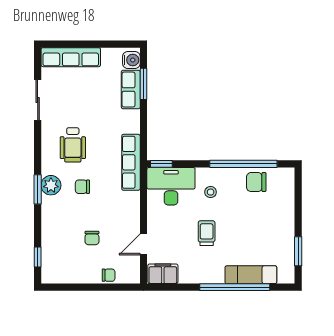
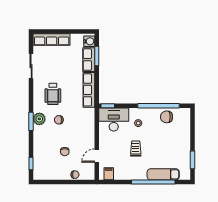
row of seats: (131, 162) -> (89, 90), moved
filing cabinet: (163, 274) -> (109, 174), width x0.50

